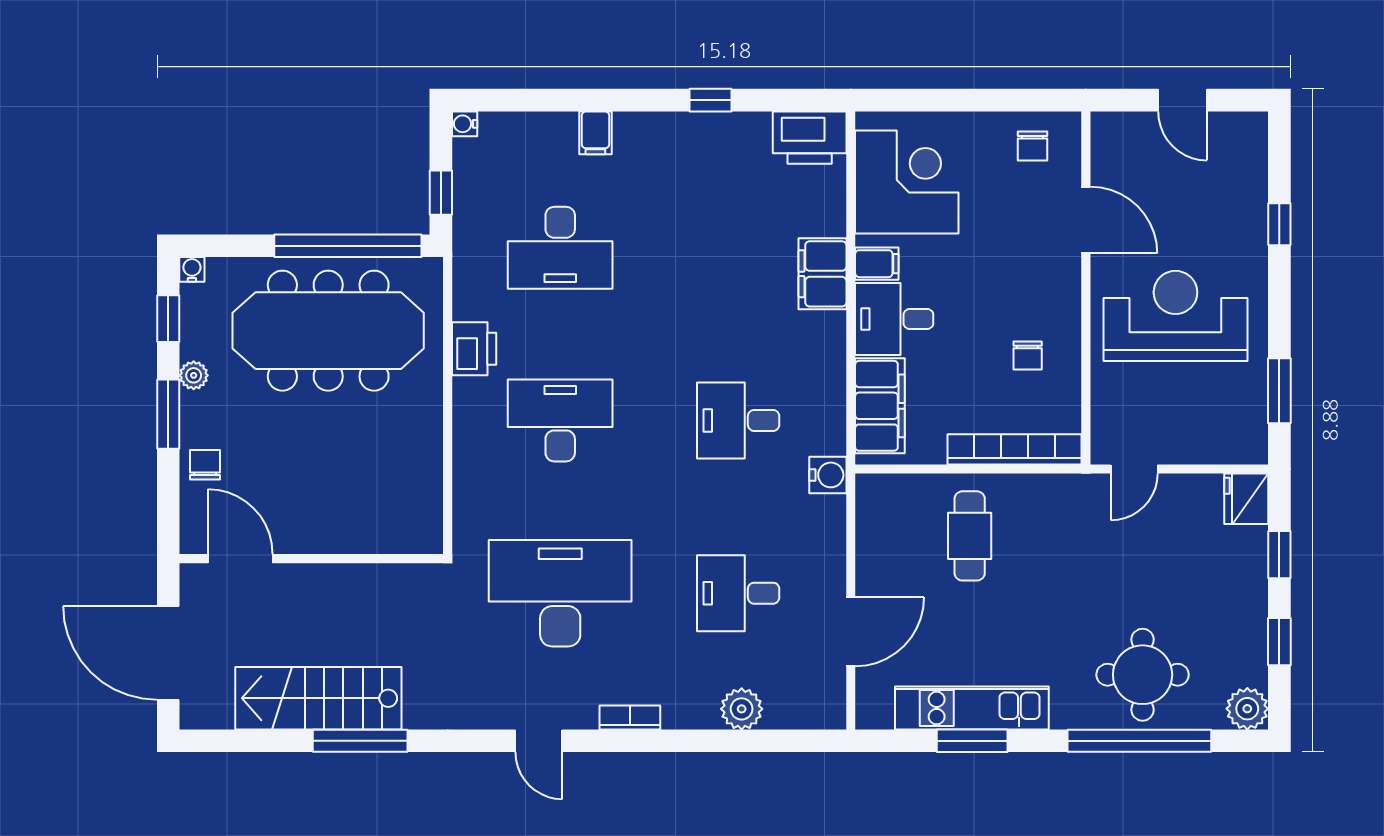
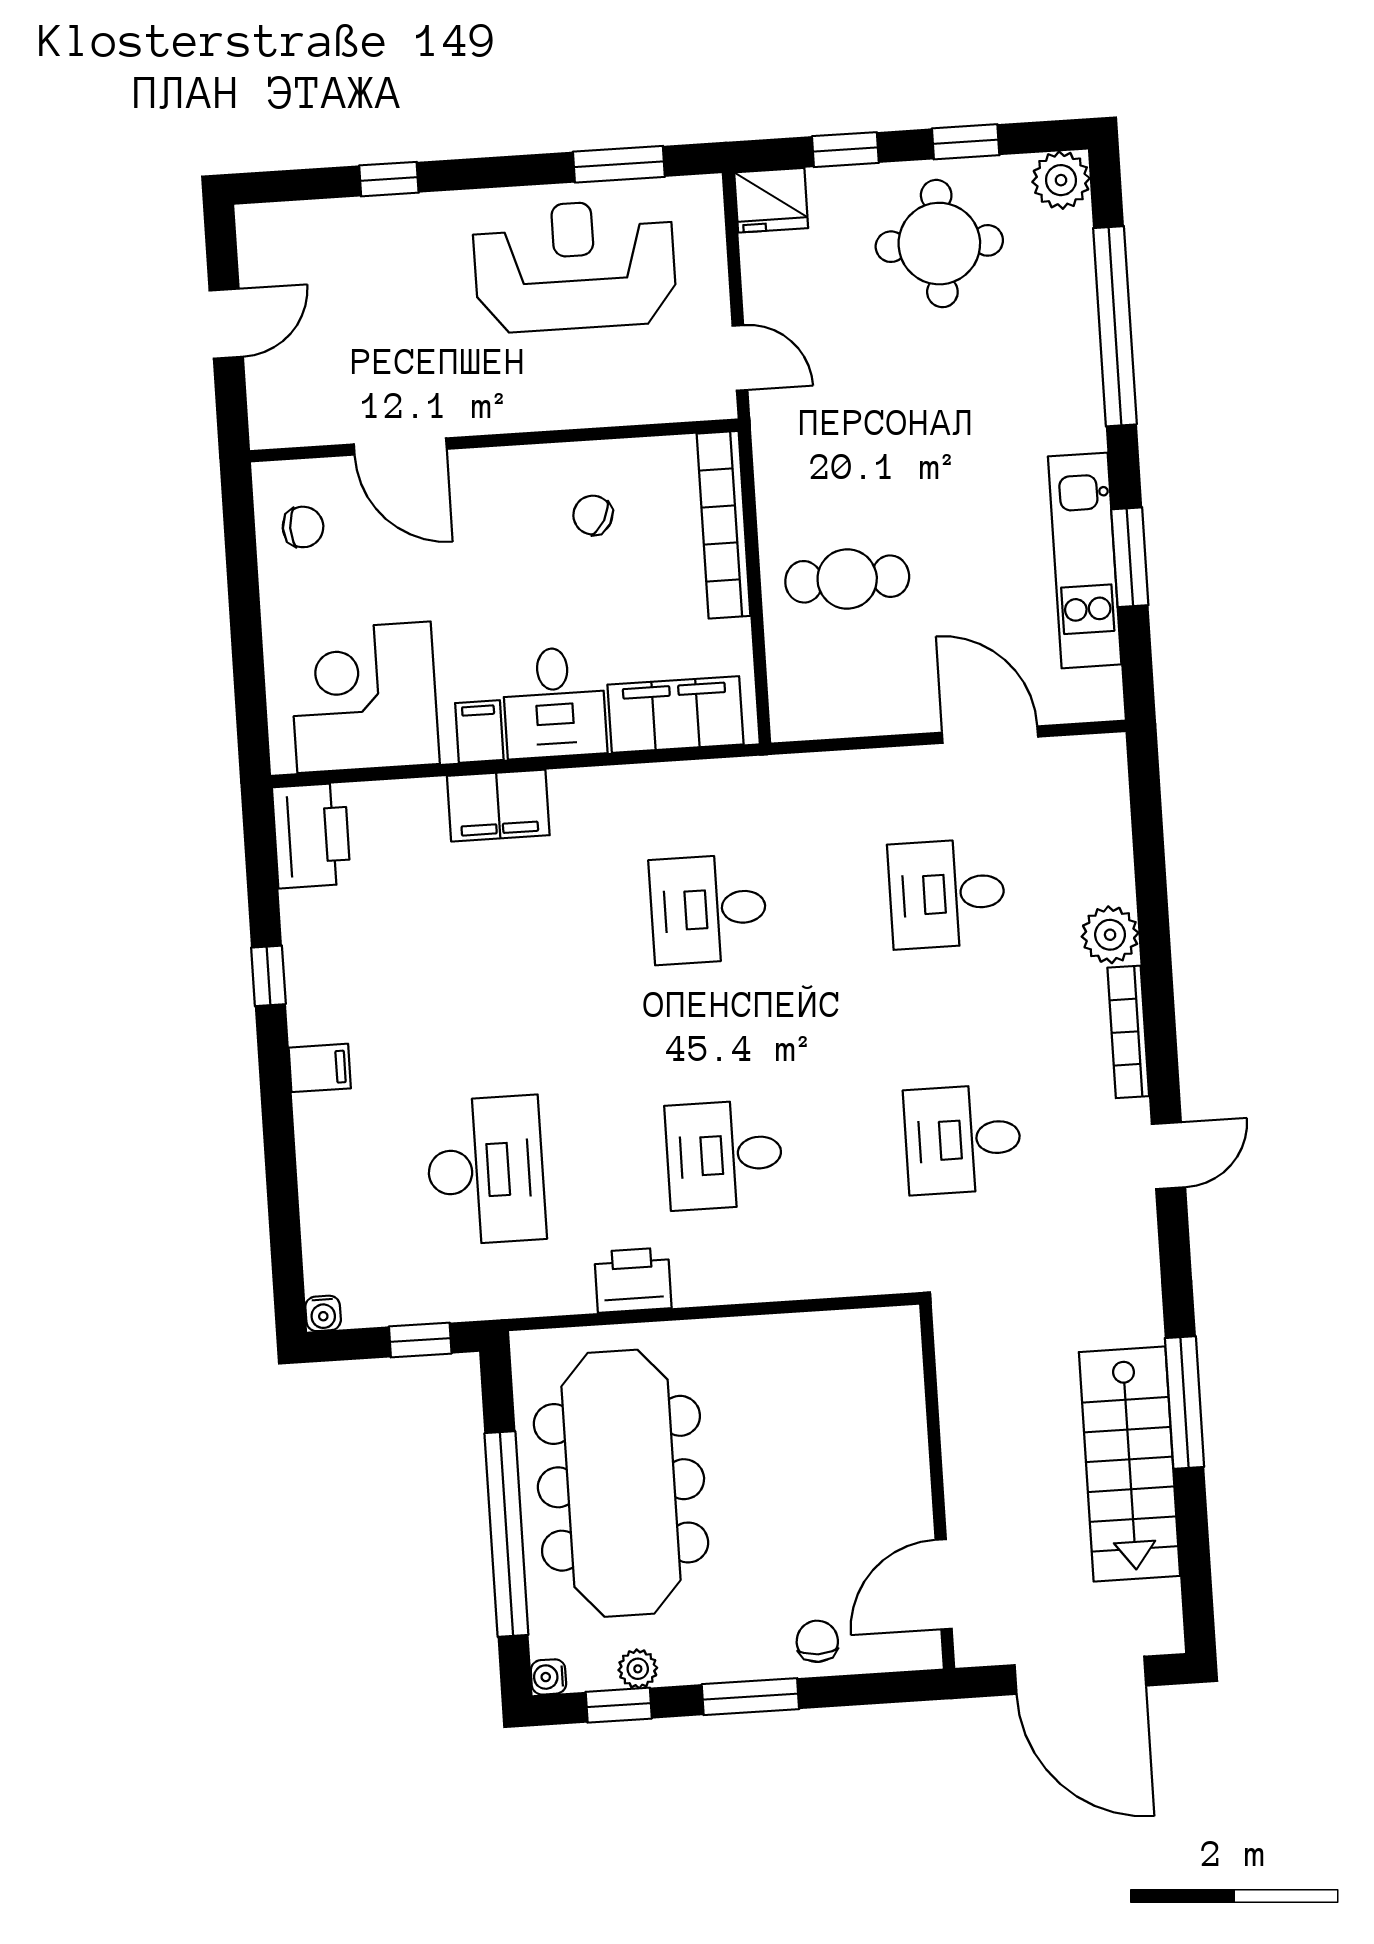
filing cabinet: (595, 133) -> (320, 1068), moved
door: (1086, 220) -> (400, 447), swing flipped
window: (348, 246) -> (506, 1534), moved
reception desk: (1175, 316) -> (575, 266), moved, turned 90
chair: (1028, 356) -> (593, 515), turned -151
plant: (194, 375) -> (638, 1669), moved
desk: (560, 420) -> (724, 1155), width x0.73
desk: (738, 420) -> (708, 909), turned 90
chair: (205, 465) -> (817, 1641), turned 90
water cooler: (828, 475) -> (776, 780), removed
desk: (560, 593) -> (963, 1139), width x0.53, depth x0.77
desk: (738, 593) -> (947, 894), turned 90
door: (168, 653) -> (1080, 1675), hinge flipped
round table: (1143, 675) -> (939, 244), moved
plant: (742, 709) -> (1110, 935), moved
bookcase: (630, 717) -> (1128, 1032), width x1.56

